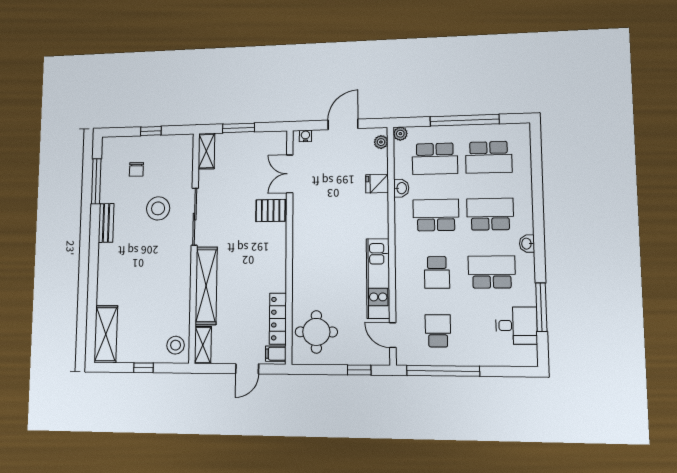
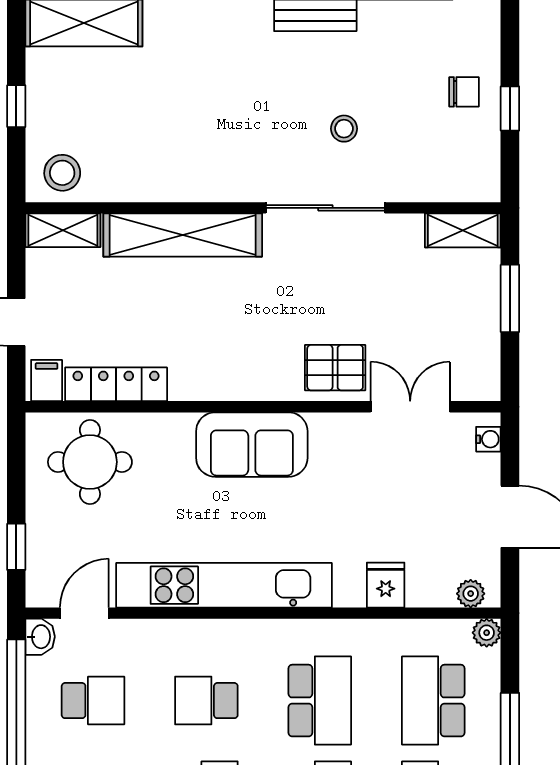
chair: (136, 169) -> (464, 92), moved, turned 180
washbasin: (401, 188) -> (40, 637), moved, turned -90
stool: (158, 208) -> (344, 129), width x0.53, depth x0.53
pallet: (271, 211) -> (335, 368), turned 90
sofa: (308, 251) -> (252, 445), added
kitchen unit: (378, 278) -> (224, 585), width x1.36

